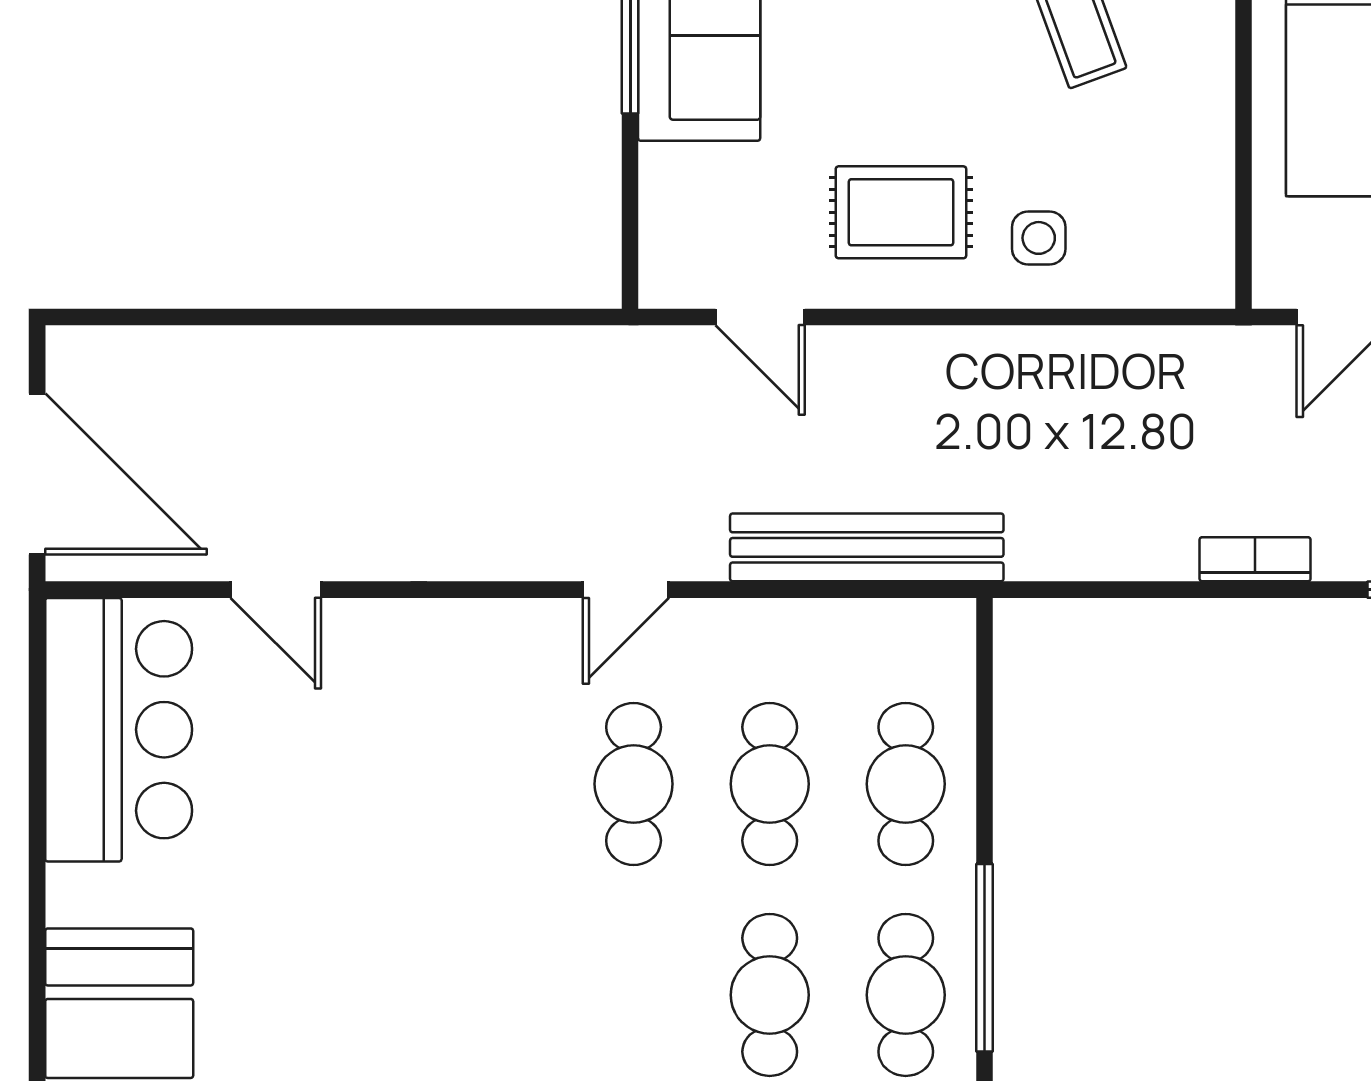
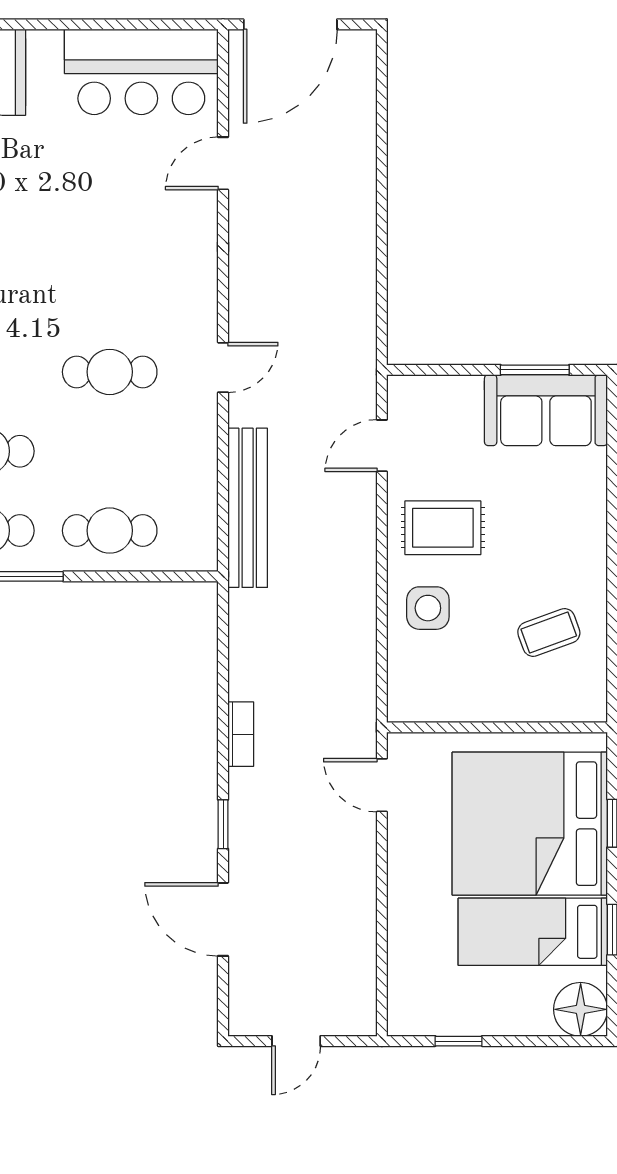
rug: (901, 212) -> (443, 528), turned 90
side table: (1039, 238) -> (428, 608), width x1.37, depth x1.37
door: (626, 590) -> (223, 367), swing flipped
cafe table: (770, 784) -> (110, 451), removed

